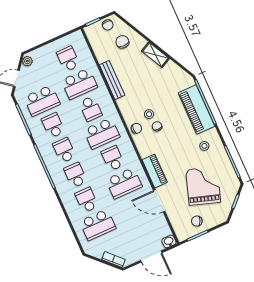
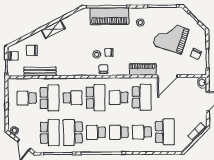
bench: (112, 80) -> (40, 72), moved
school desk: (53, 125) -> (73, 133), width x1.85

